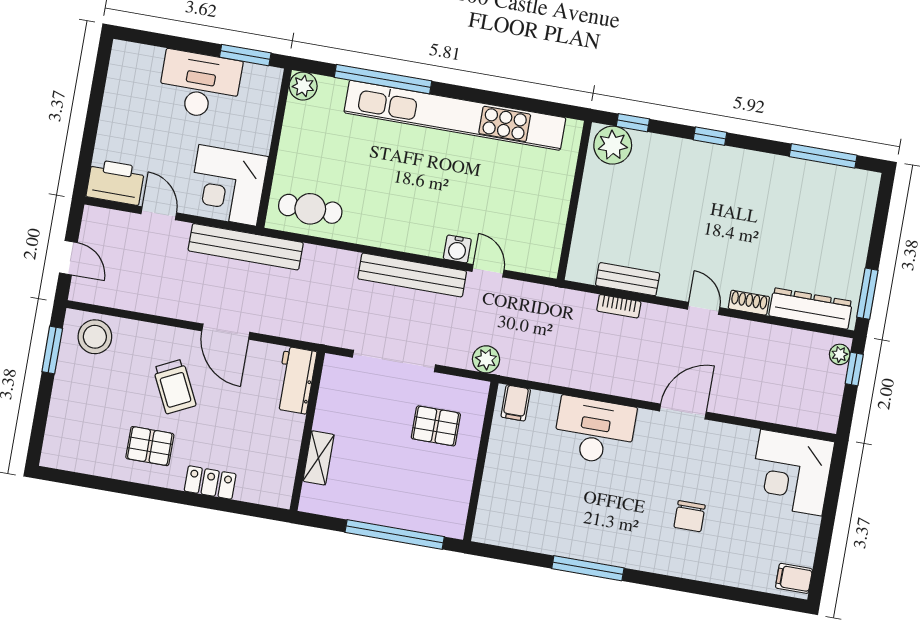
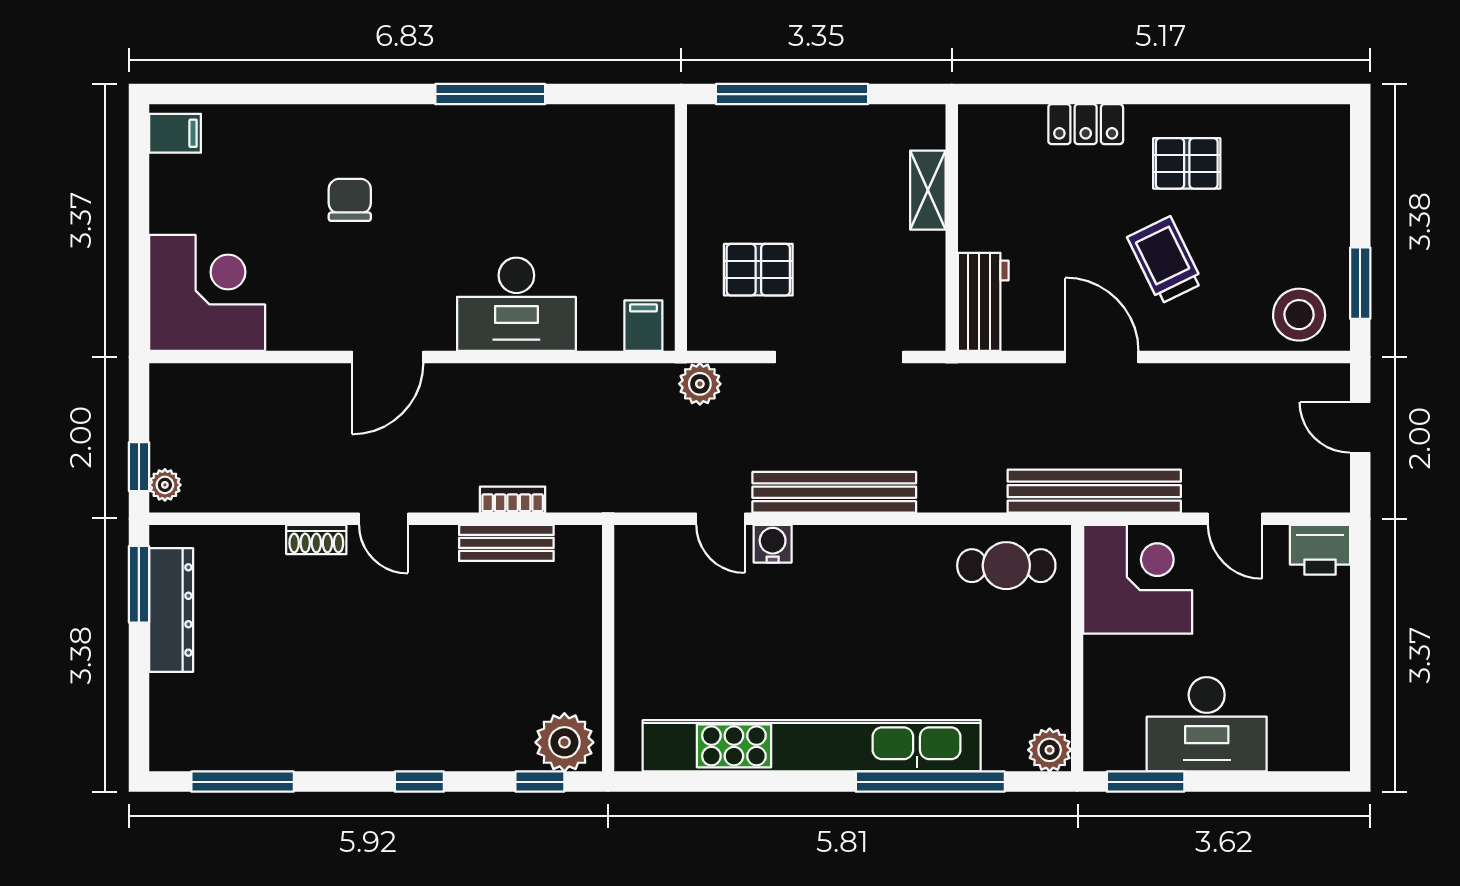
printer: (115, 182) -> (1320, 550), width x0.73, depth x0.84
dresser: (811, 309) -> (171, 610), moved, turned -90

